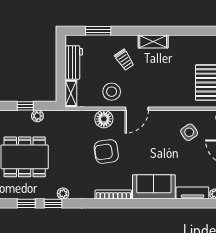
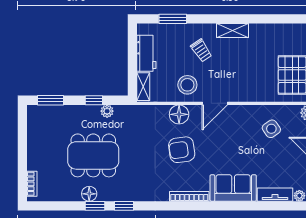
floor lamp: (21, 192) -> (89, 194), added
plant: (63, 194) -> (135, 195), removed

